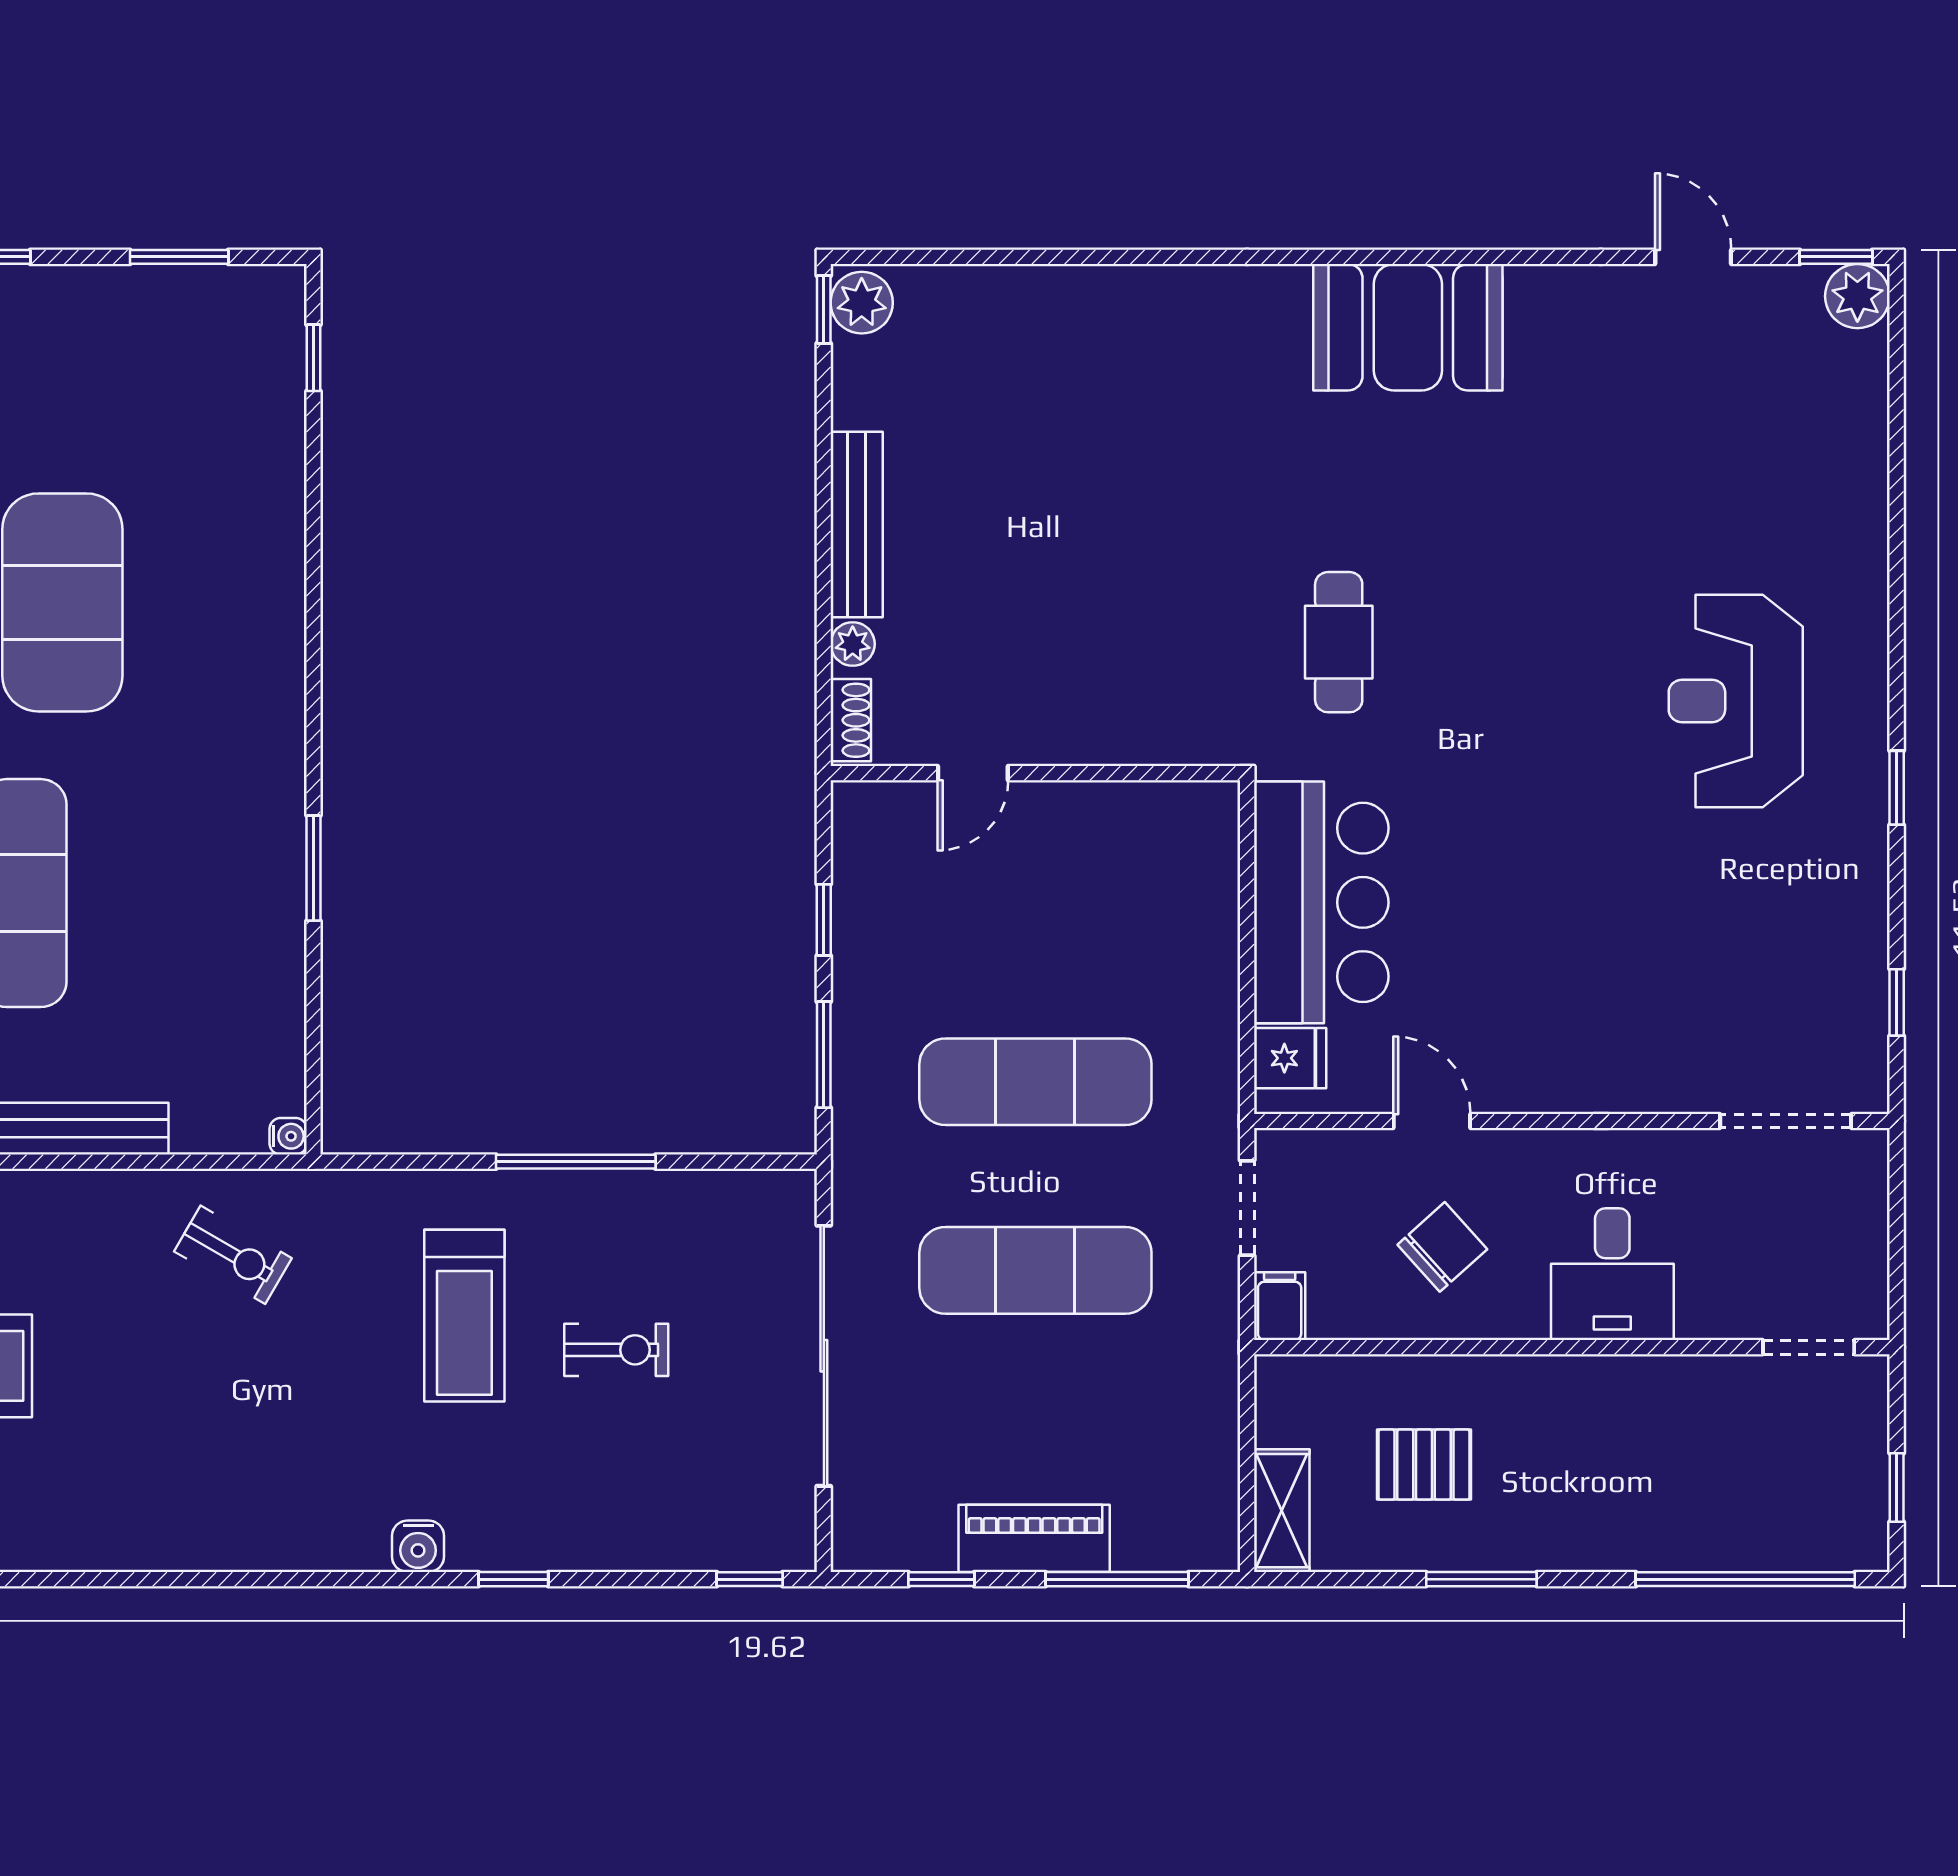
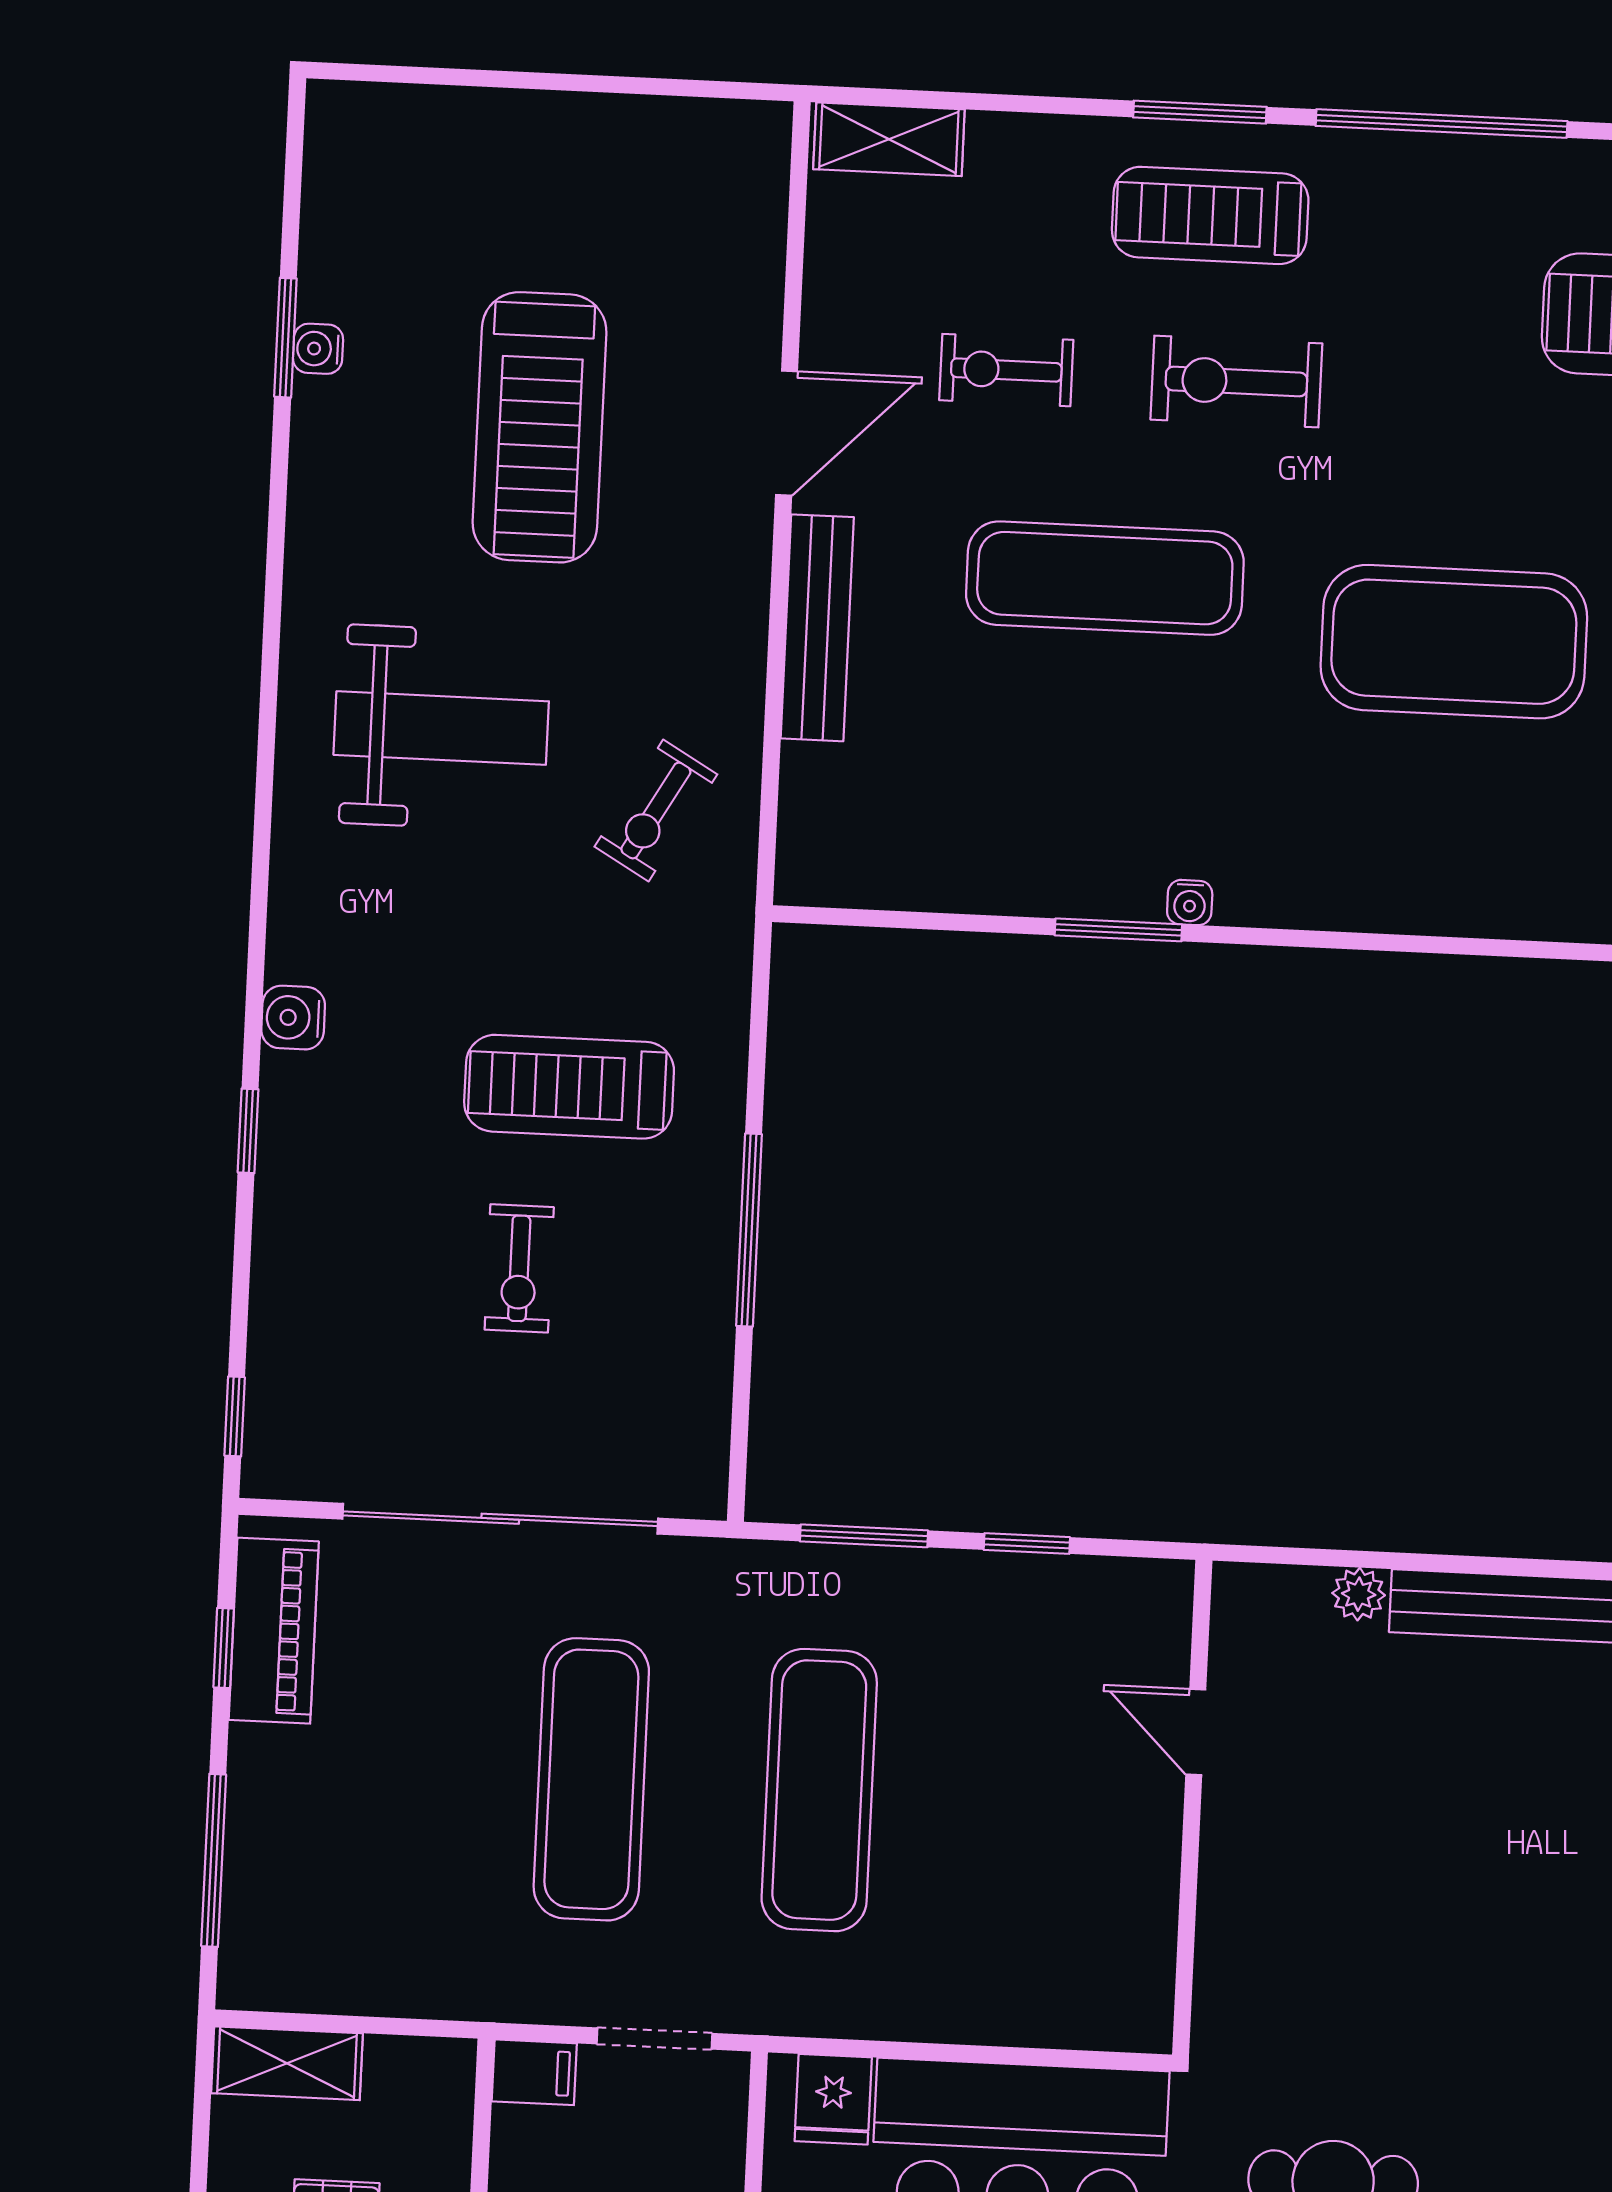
shoe rack: (851, 720) -> (1267, 1588), removed
water cooler: (288, 1136) -> (1190, 903), moved
weight bench: (173, 1435) -> (441, 728), added
piano: (1034, 1538) -> (274, 1631), moved

